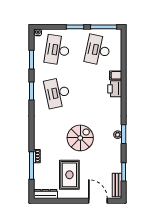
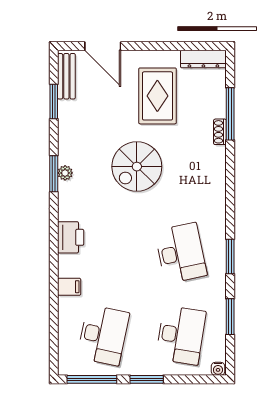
printer: (115, 89) -> (71, 237), moved

